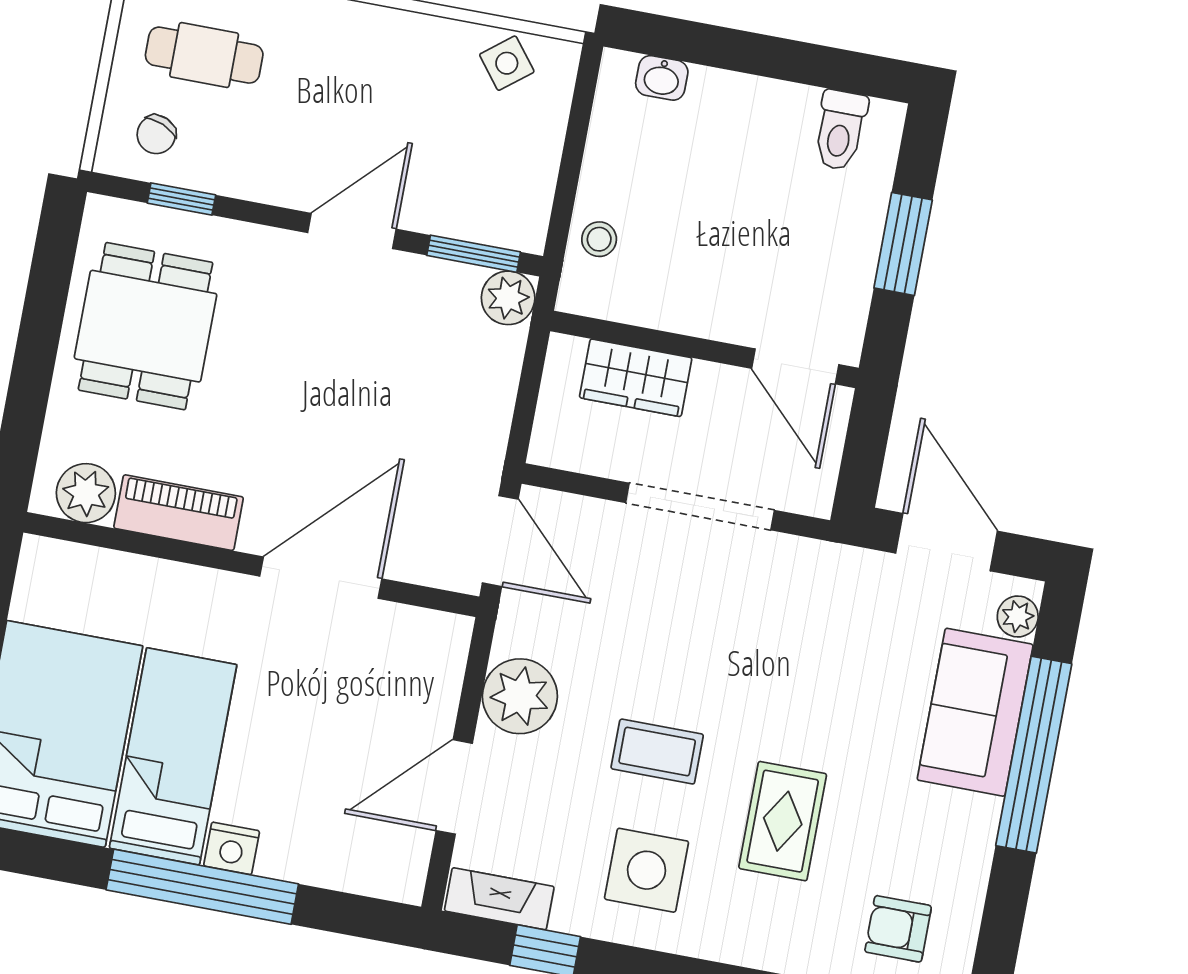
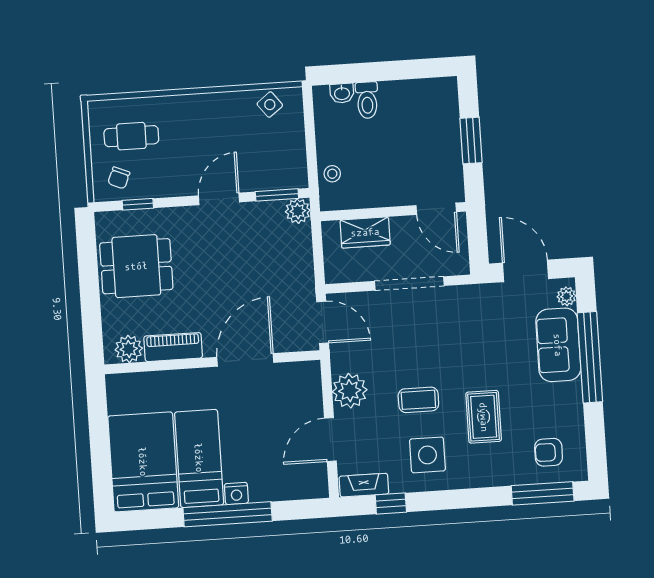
toilet: (840, 130) -> (367, 100), moved
dining table: (146, 326) -> (136, 266), turned 90

